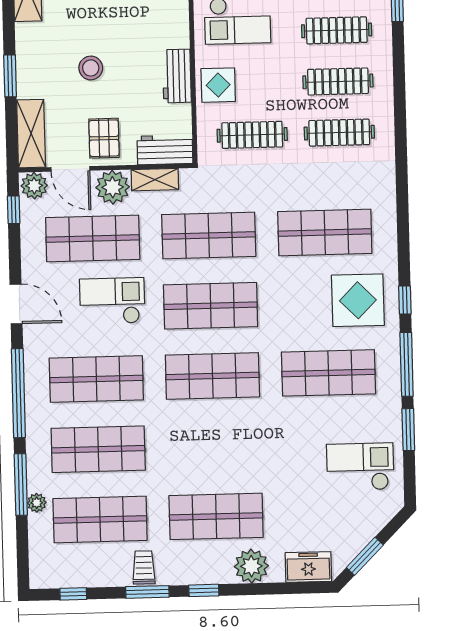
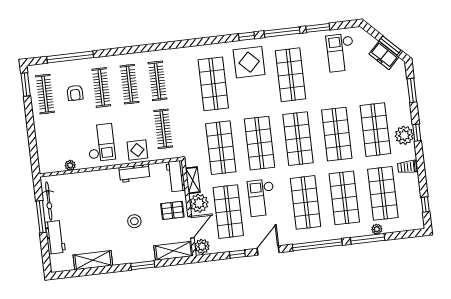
window: (14, 210) -> (237, 254), moved
shop shelf: (214, 446) -> (337, 134), added
plant: (251, 566) -> (404, 135), moved
freezer: (308, 567) -> (384, 55), moved, turned -45
window: (147, 592) -> (412, 90), moved

